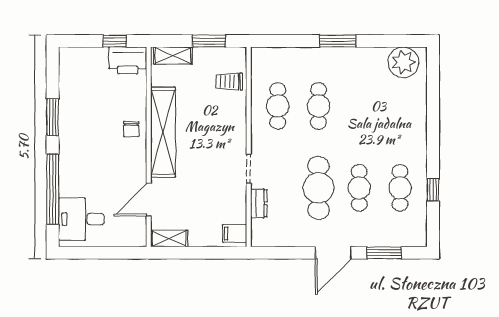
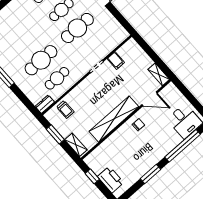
printer: (128, 61) -> (111, 180), moved
cafe table: (318, 106) -> (41, 60), width x1.37, depth x1.35
chair: (131, 129) -> (138, 125), moved
dresser: (259, 203) -> (45, 104), moved
filing cabinet: (235, 234) -> (116, 61), moved

